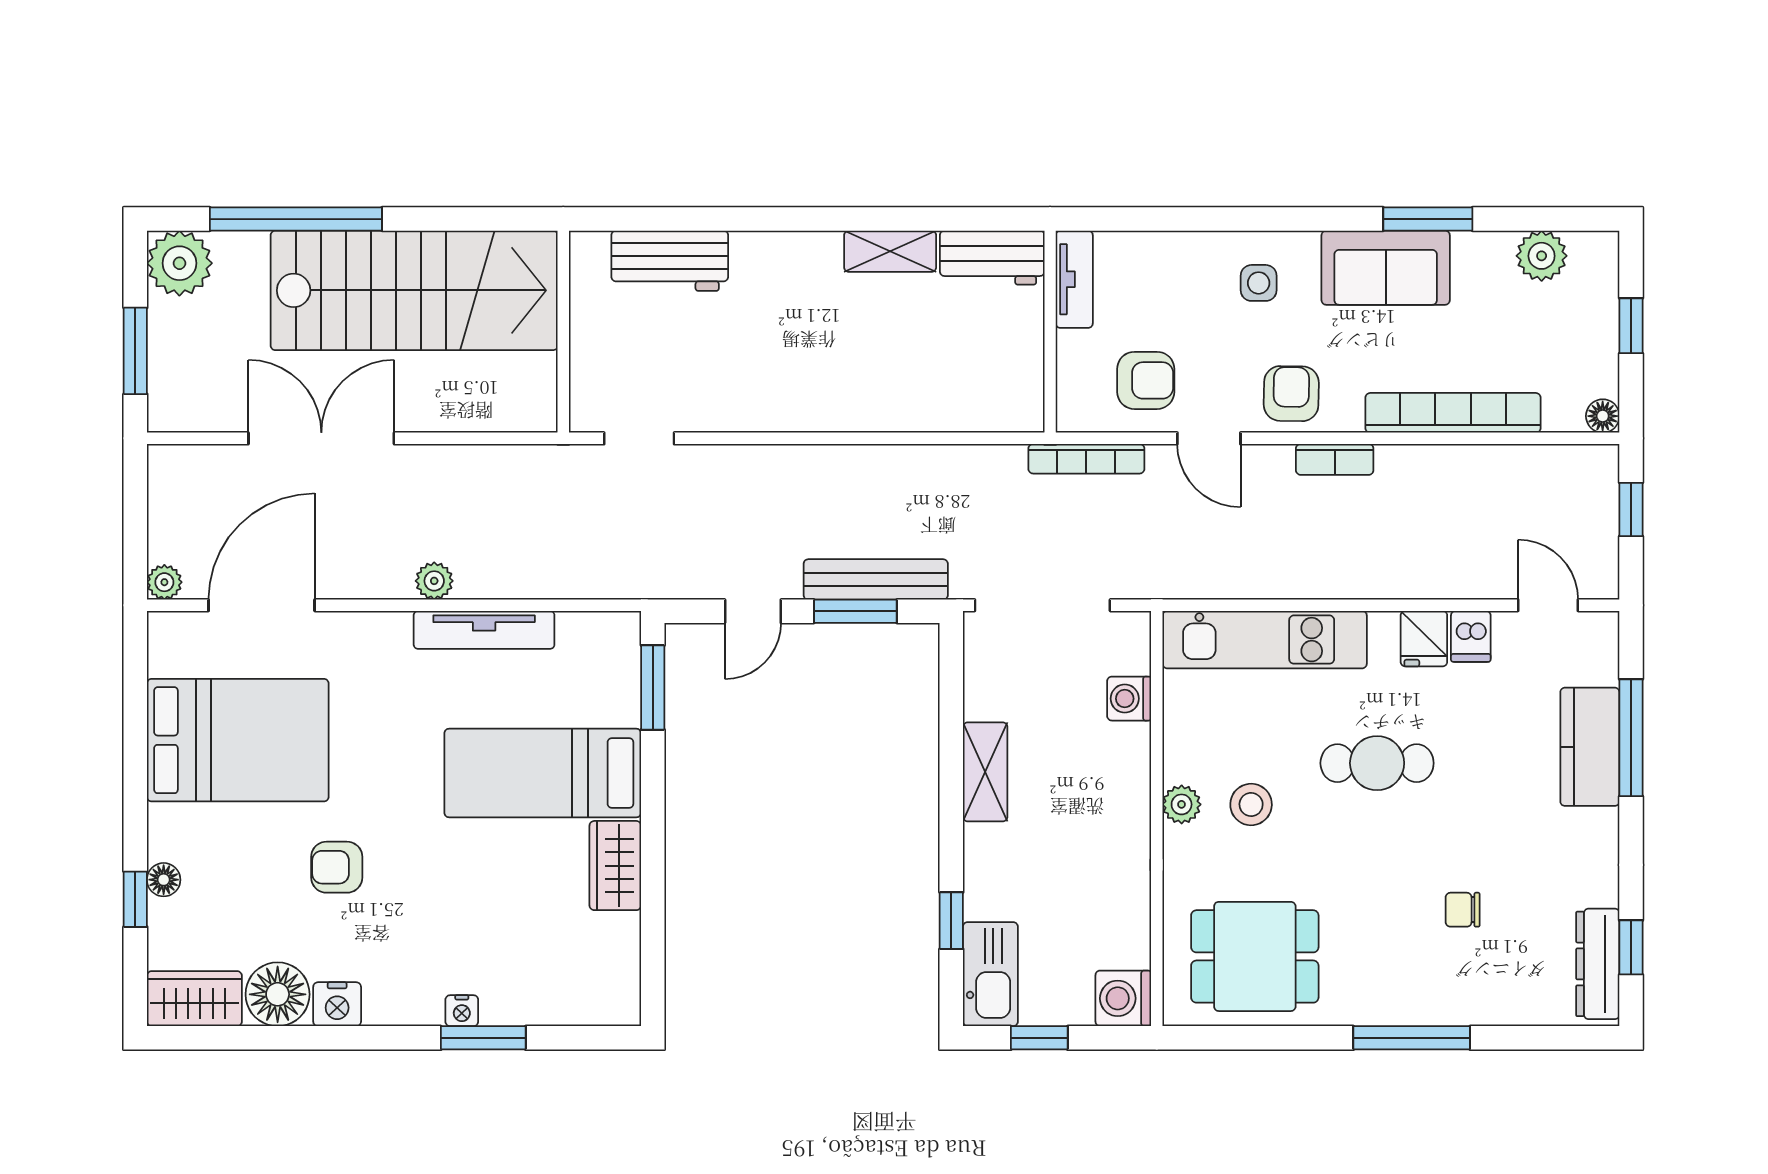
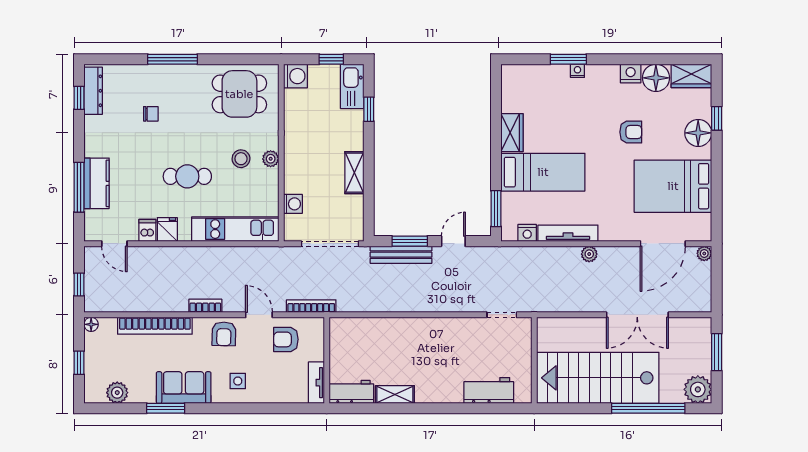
nightstand: (580, 631) -> (527, 233), added
floor lamp: (164, 880) -> (698, 133), width x1.89, depth x1.89

